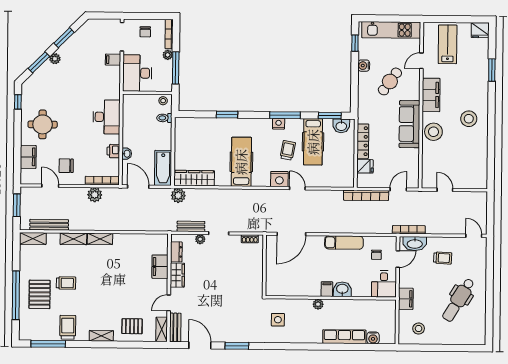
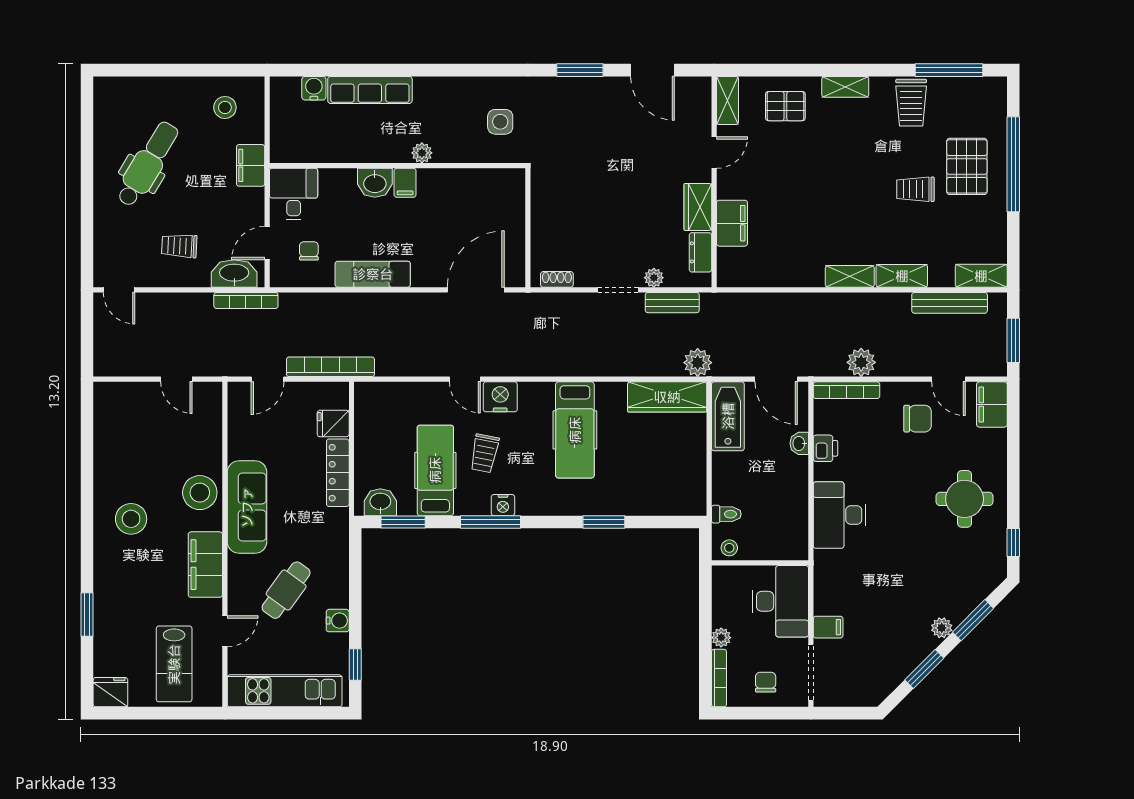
window: (176, 68) -> (705, 612), removed
filing cabinet: (28, 157) -> (992, 404), moved
bench: (175, 327) -> (701, 105), removed

